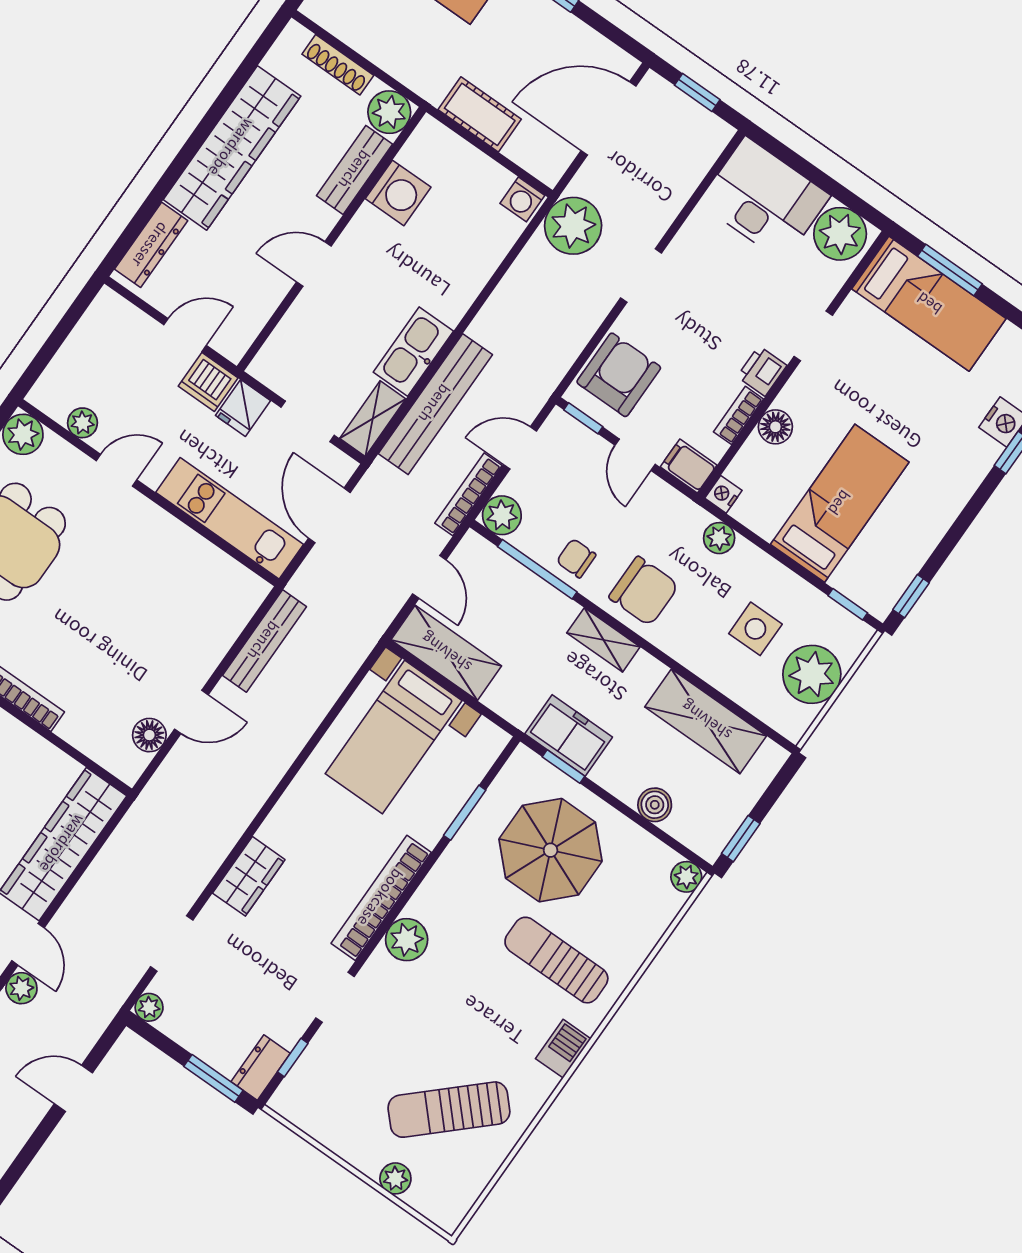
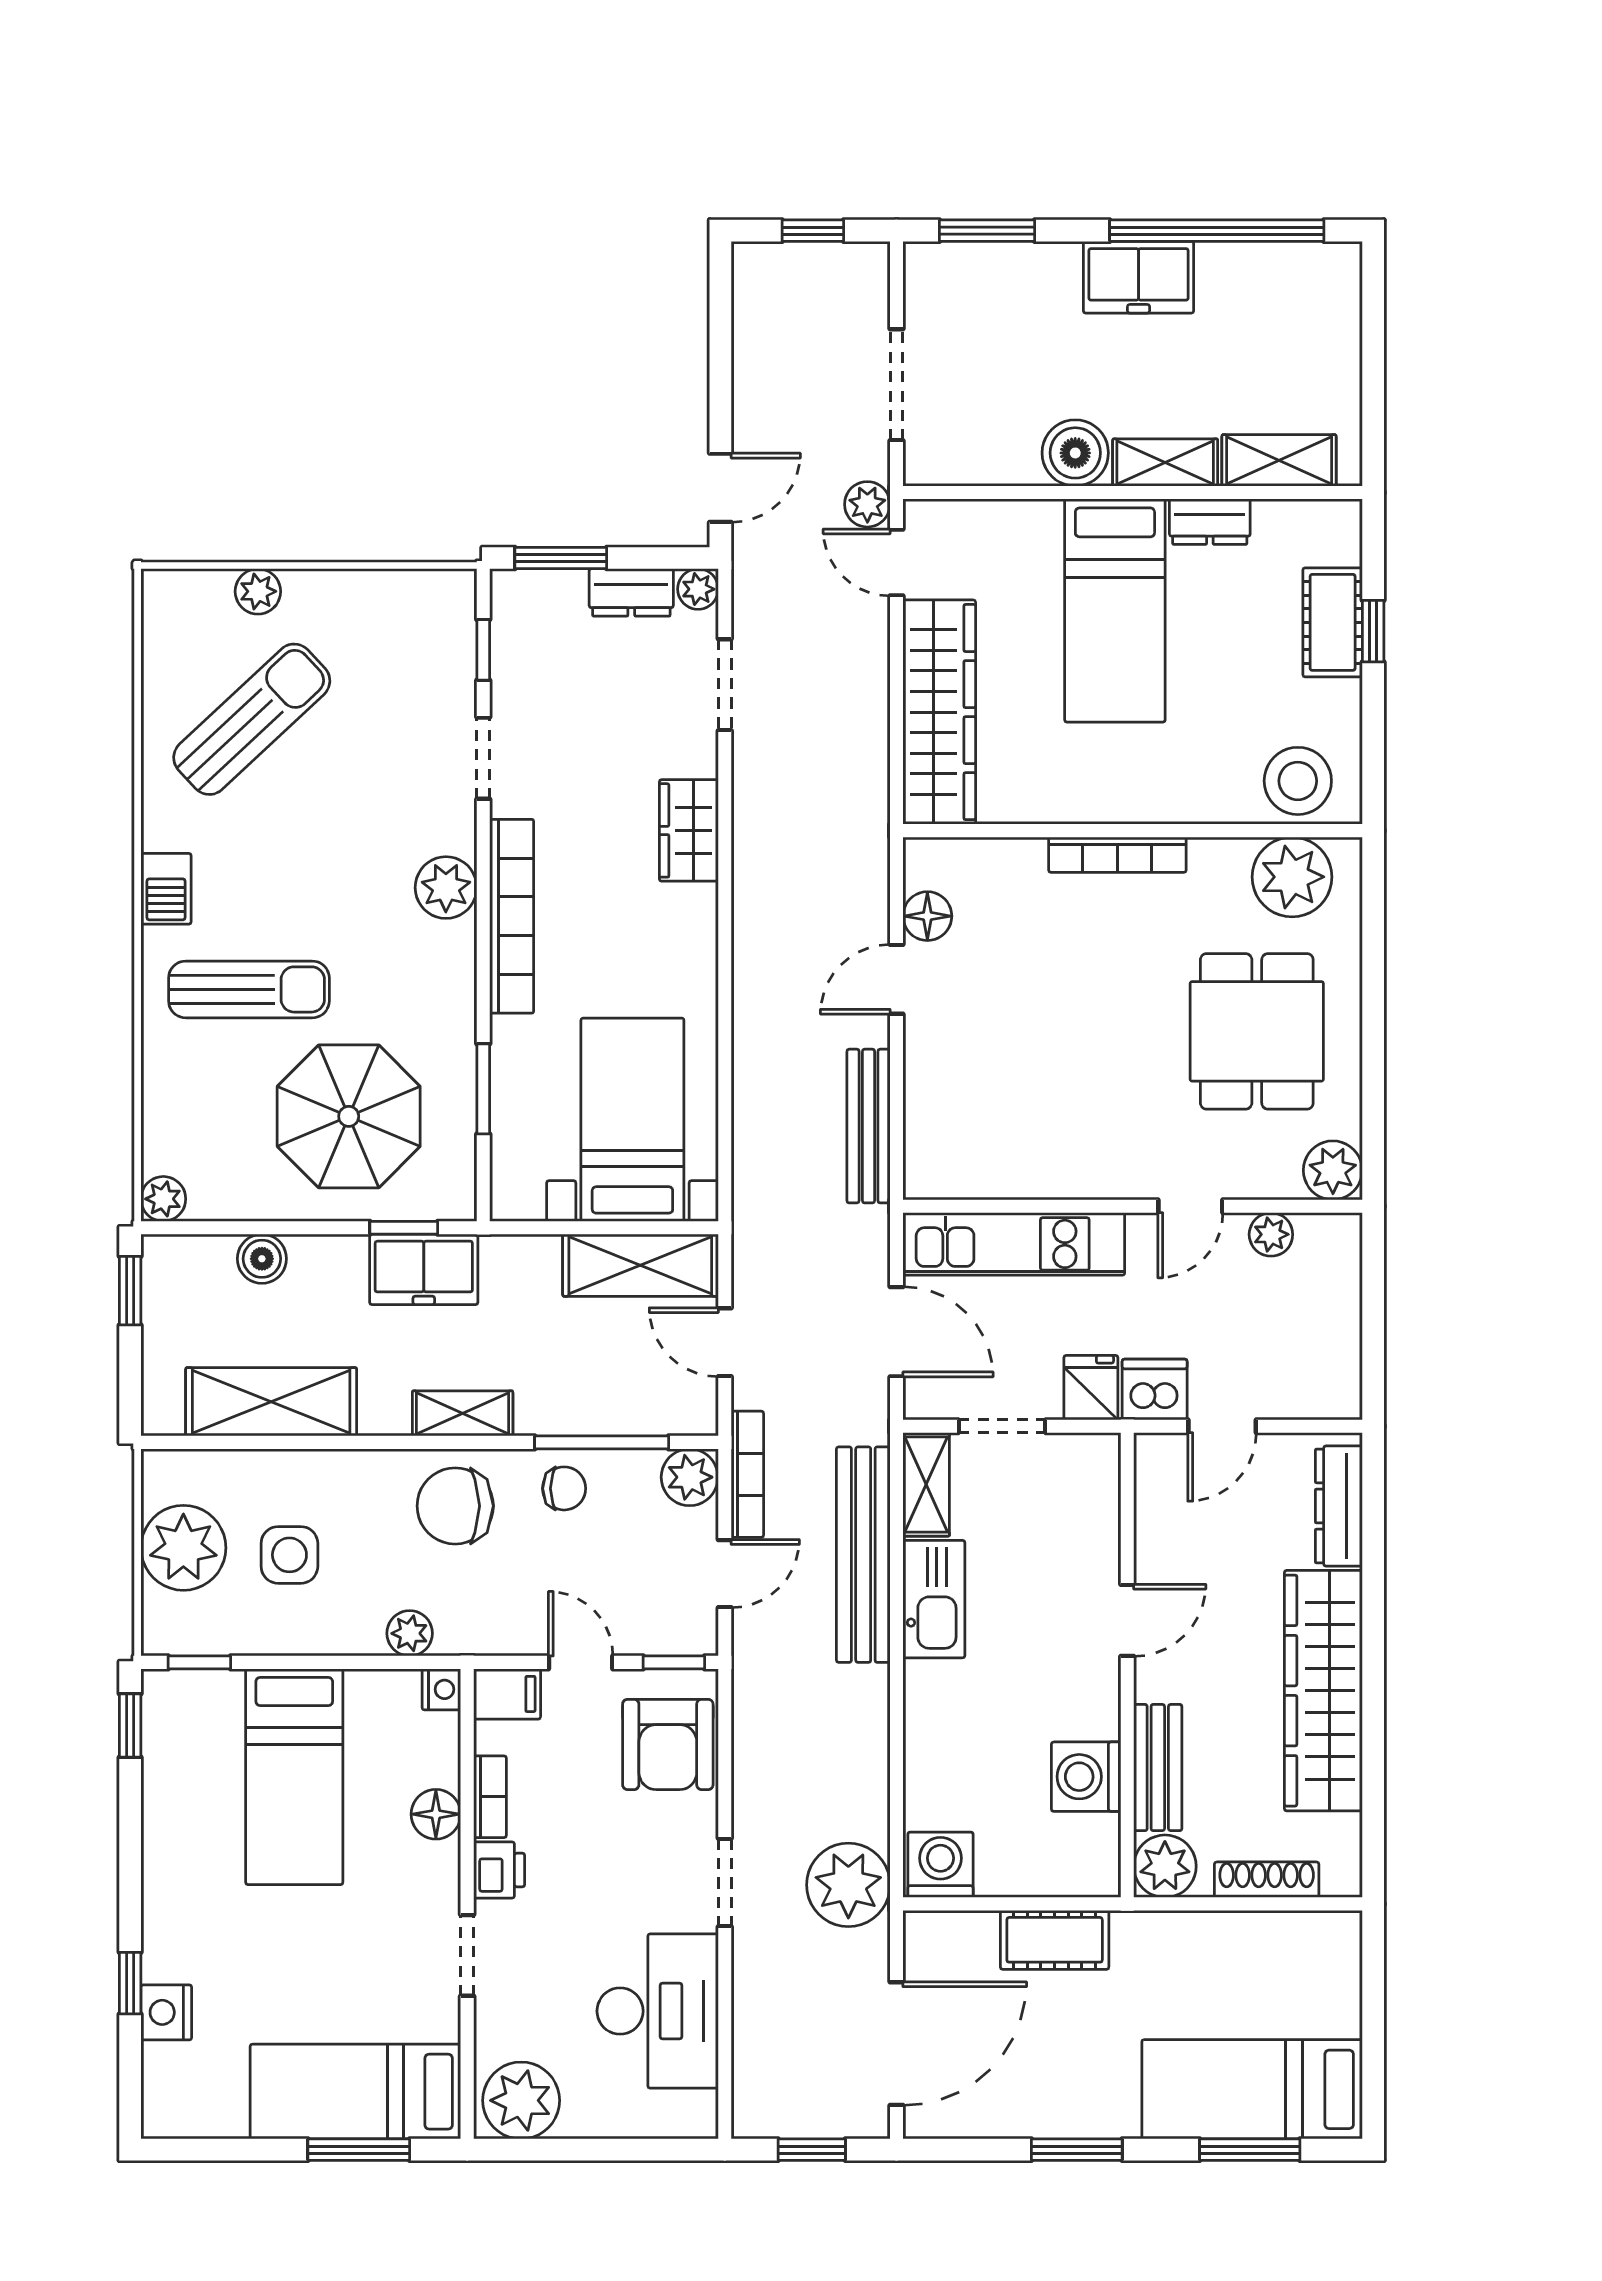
washing machine: (522, 199) -> (940, 1865), width x1.38, depth x1.38
desk: (764, 199) -> (658, 2011), moved, turned -90
dresser: (261, 1067) -> (631, 592), moved, turned 90
door: (73, 1088) -> (720, 488), moved

